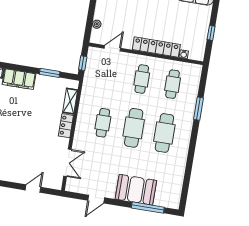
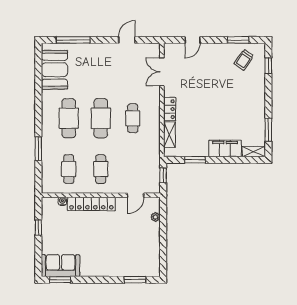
booth: (136, 190) -> (54, 70), moved, turned 90

